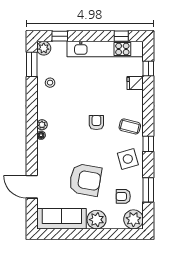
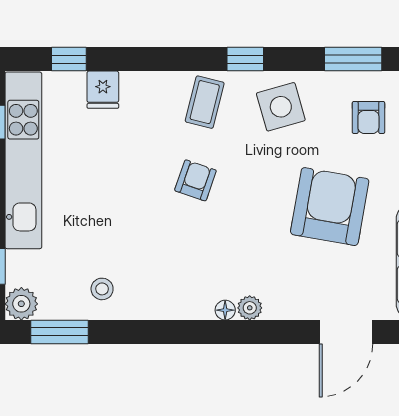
armchair: (96, 123) -> (195, 180), turned 109
plant: (42, 125) -> (250, 308), moved

